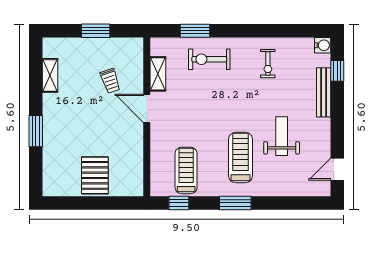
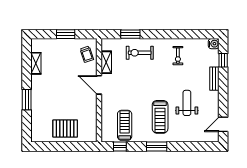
trolley: (110, 81) -> (87, 54), moved
bench: (324, 92) -> (214, 79), width x0.73
treadmill: (240, 158) -> (160, 117), turned 180
pallet: (95, 175) -> (65, 128), turned 90

